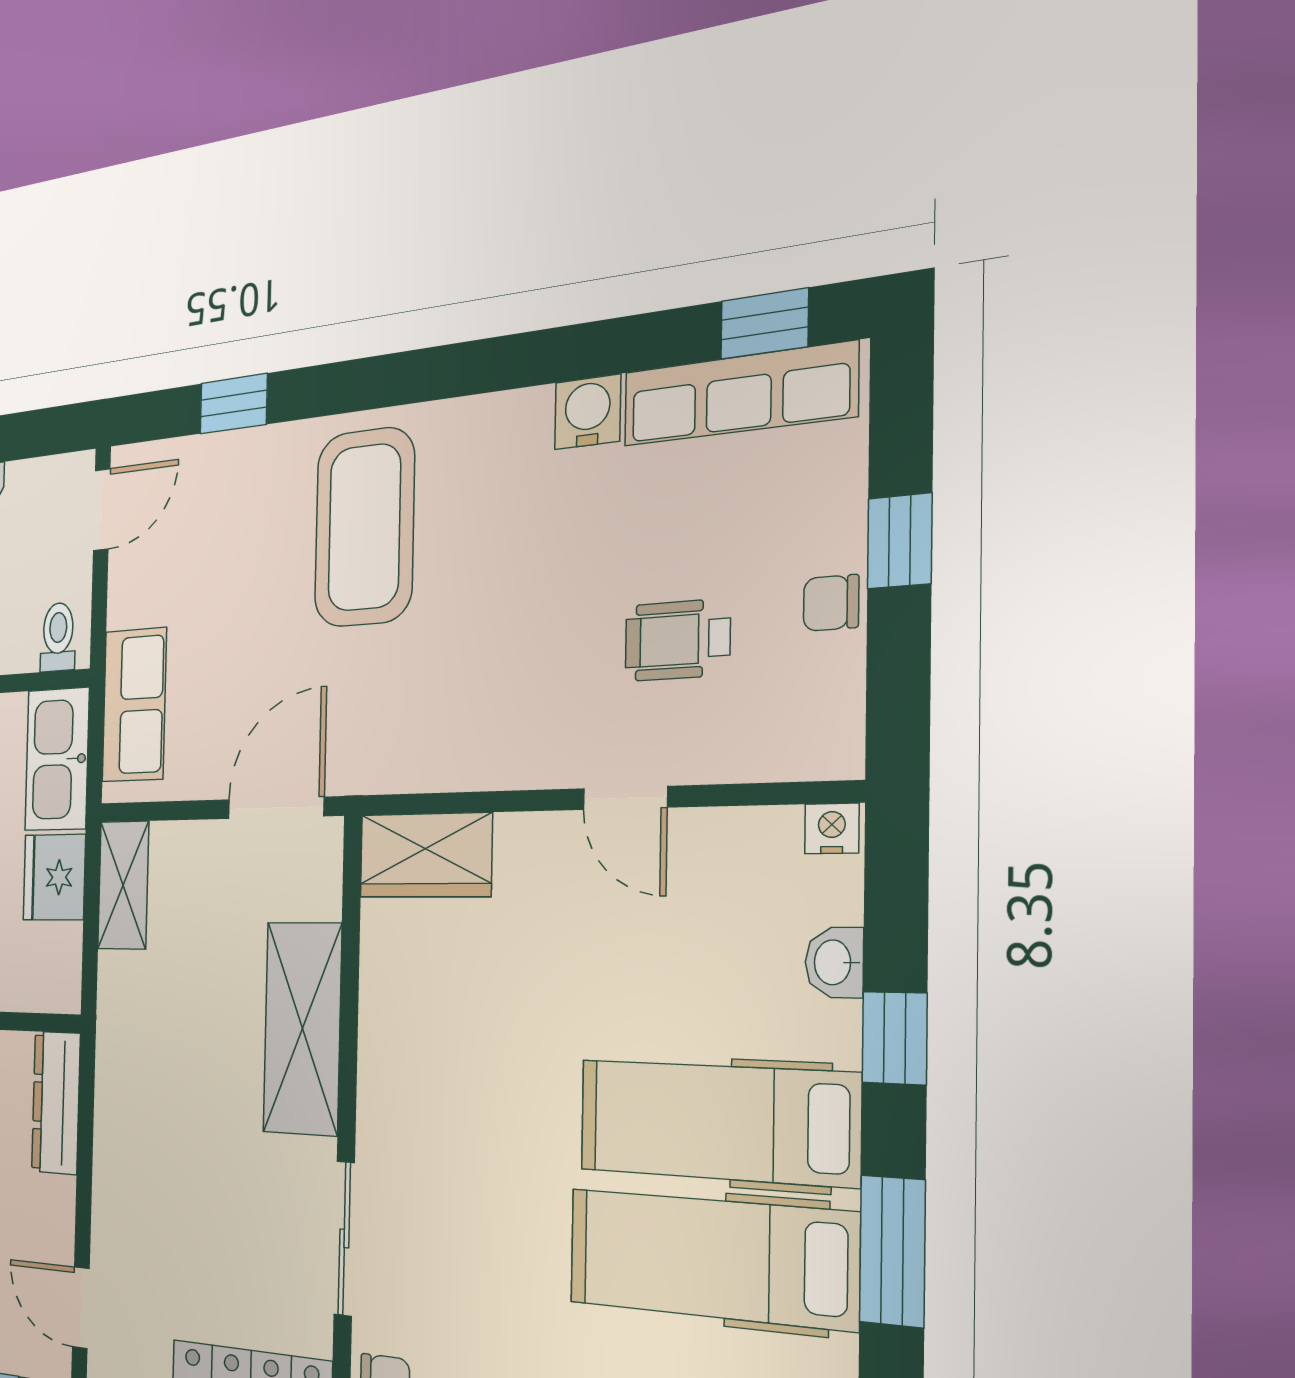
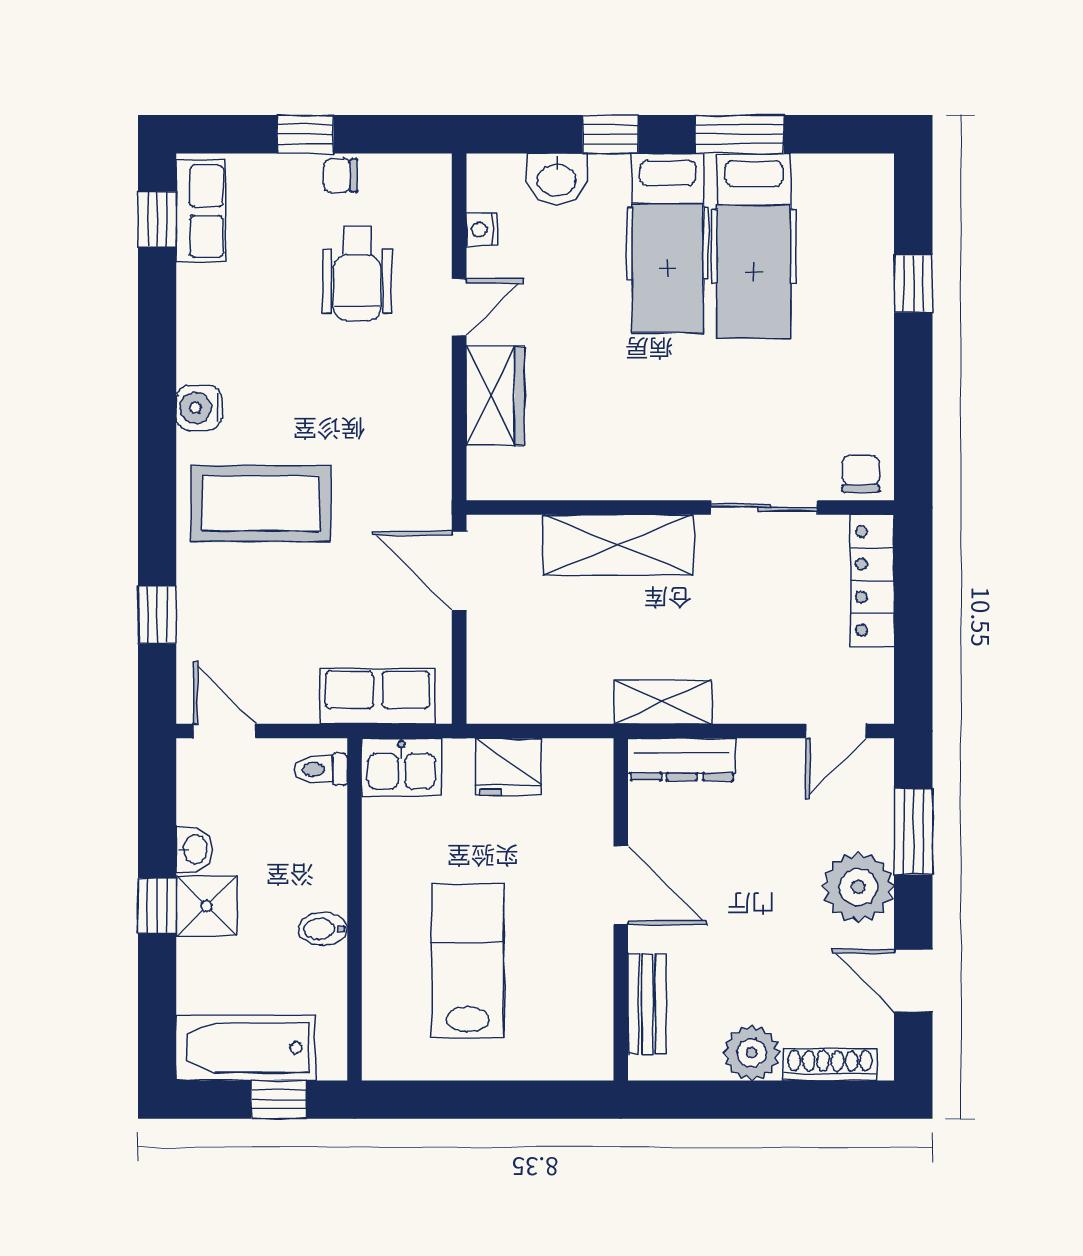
row of seats: (739, 394) -> (201, 211), width x0.68
water cooler: (588, 412) -> (199, 408), moved
chair: (831, 603) -> (340, 175), turned 90
wheelchair: (677, 640) -> (357, 274), width x1.36, depth x1.37
kitchen sink: (57, 759) -> (402, 767), width x0.73
nightstand: (832, 828) -> (482, 230), moved
wardrobe: (425, 855) -> (495, 396), moved
shelving: (123, 885) -> (663, 702), moved
washbasin: (834, 962) -> (557, 179), width x1.38, depth x1.45

